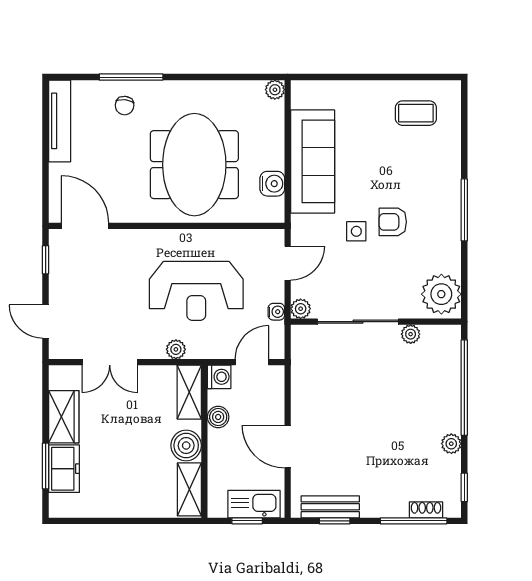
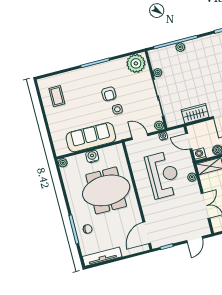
water cooler: (272, 184) -> (92, 156), moved
wardrobe: (306, 390) -> (195, 113), added
plant: (451, 444) -> (180, 47), moved

